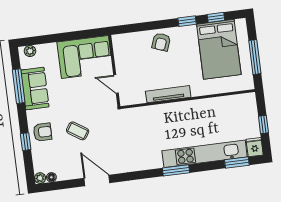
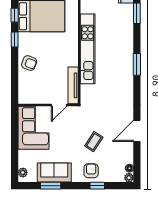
window: (19, 86) -> (51, 186), width x0.69
tv unit: (168, 94) -> (73, 85), moved
kitchen unit: (205, 154) -> (88, 49), moved, turned 180

